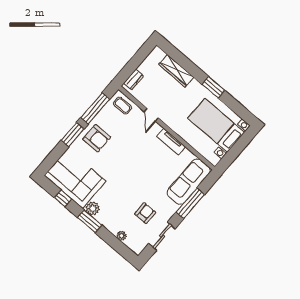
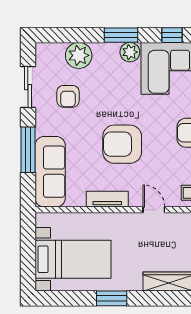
armchair: (138, 164) -> (122, 144), added
plant: (122, 236) -> (79, 55), width x1.87, depth x1.87

